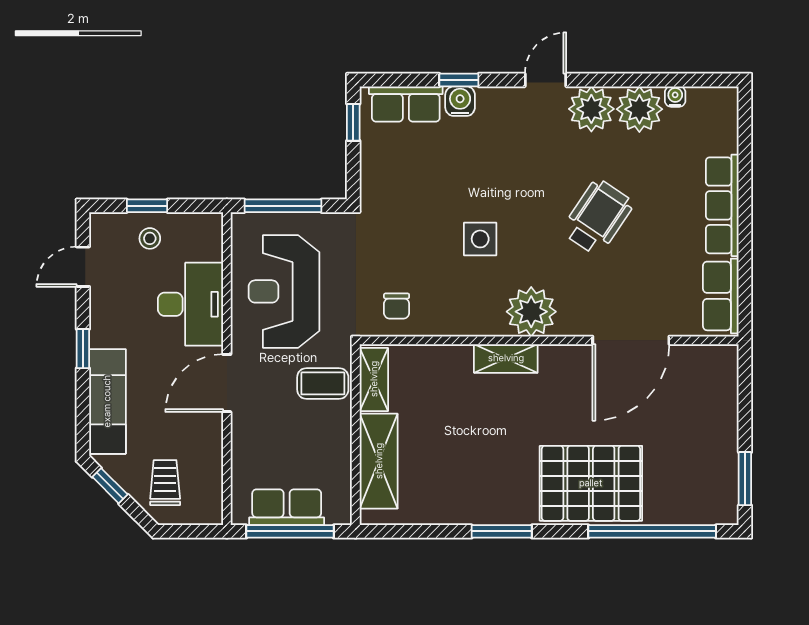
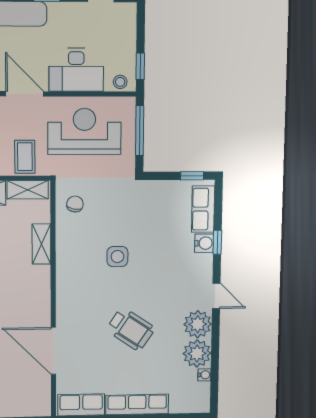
window: (147, 206) -> (140, 66), moved
stool: (150, 238) -> (120, 82), moved
chair: (397, 306) -> (75, 204), turned 101
plant: (531, 312) -> (71, 289), removed
shelving: (506, 358) -> (42, 244), moved

